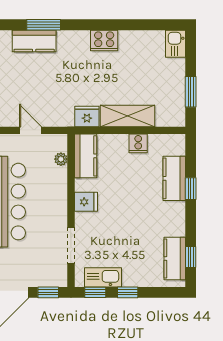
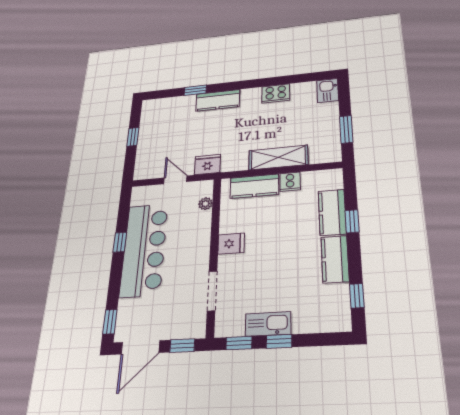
window: (44, 25) -> (195, 90), width x0.67
cooker: (104, 40) -> (276, 94), moved
kitchen counter: (34, 41) -> (218, 100), moved
fridge: (87, 117) -> (207, 165), moved
kitchen counter: (86, 156) -> (254, 186), moved, turned 90
kitchen counter: (175, 258) -> (335, 259), moved
kitchen sink: (103, 277) -> (268, 324), moved

